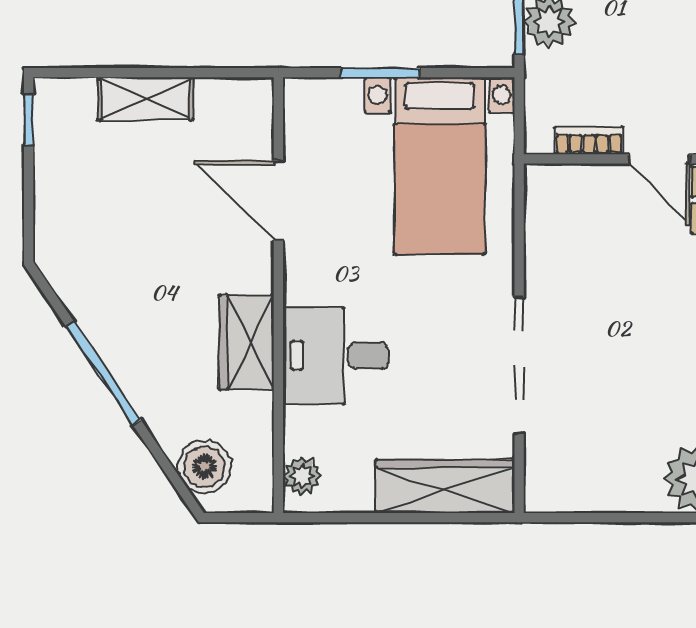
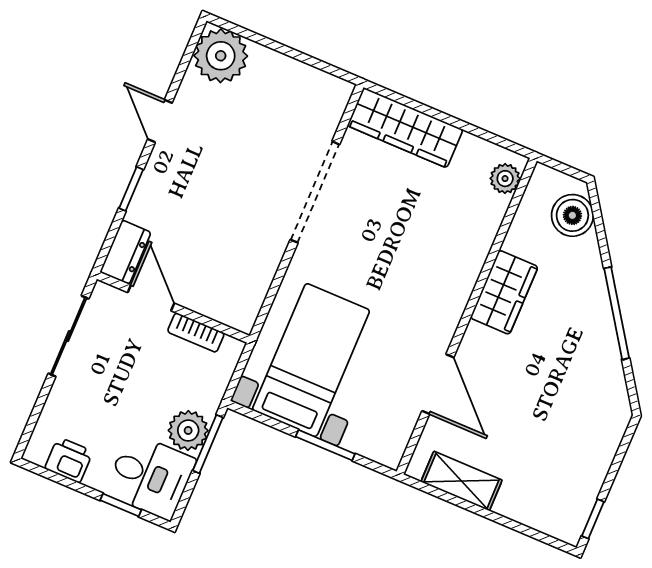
shelving: (145, 99) -> (461, 481), moved
desk: (336, 356) -> (444, 255), removed

